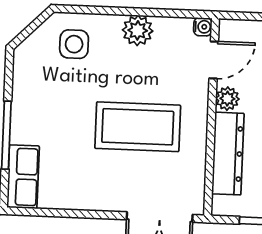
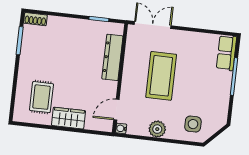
plant: (227, 99) -> (110, 88), removed
coffee table: (138, 127) -> (161, 76), turned 90

